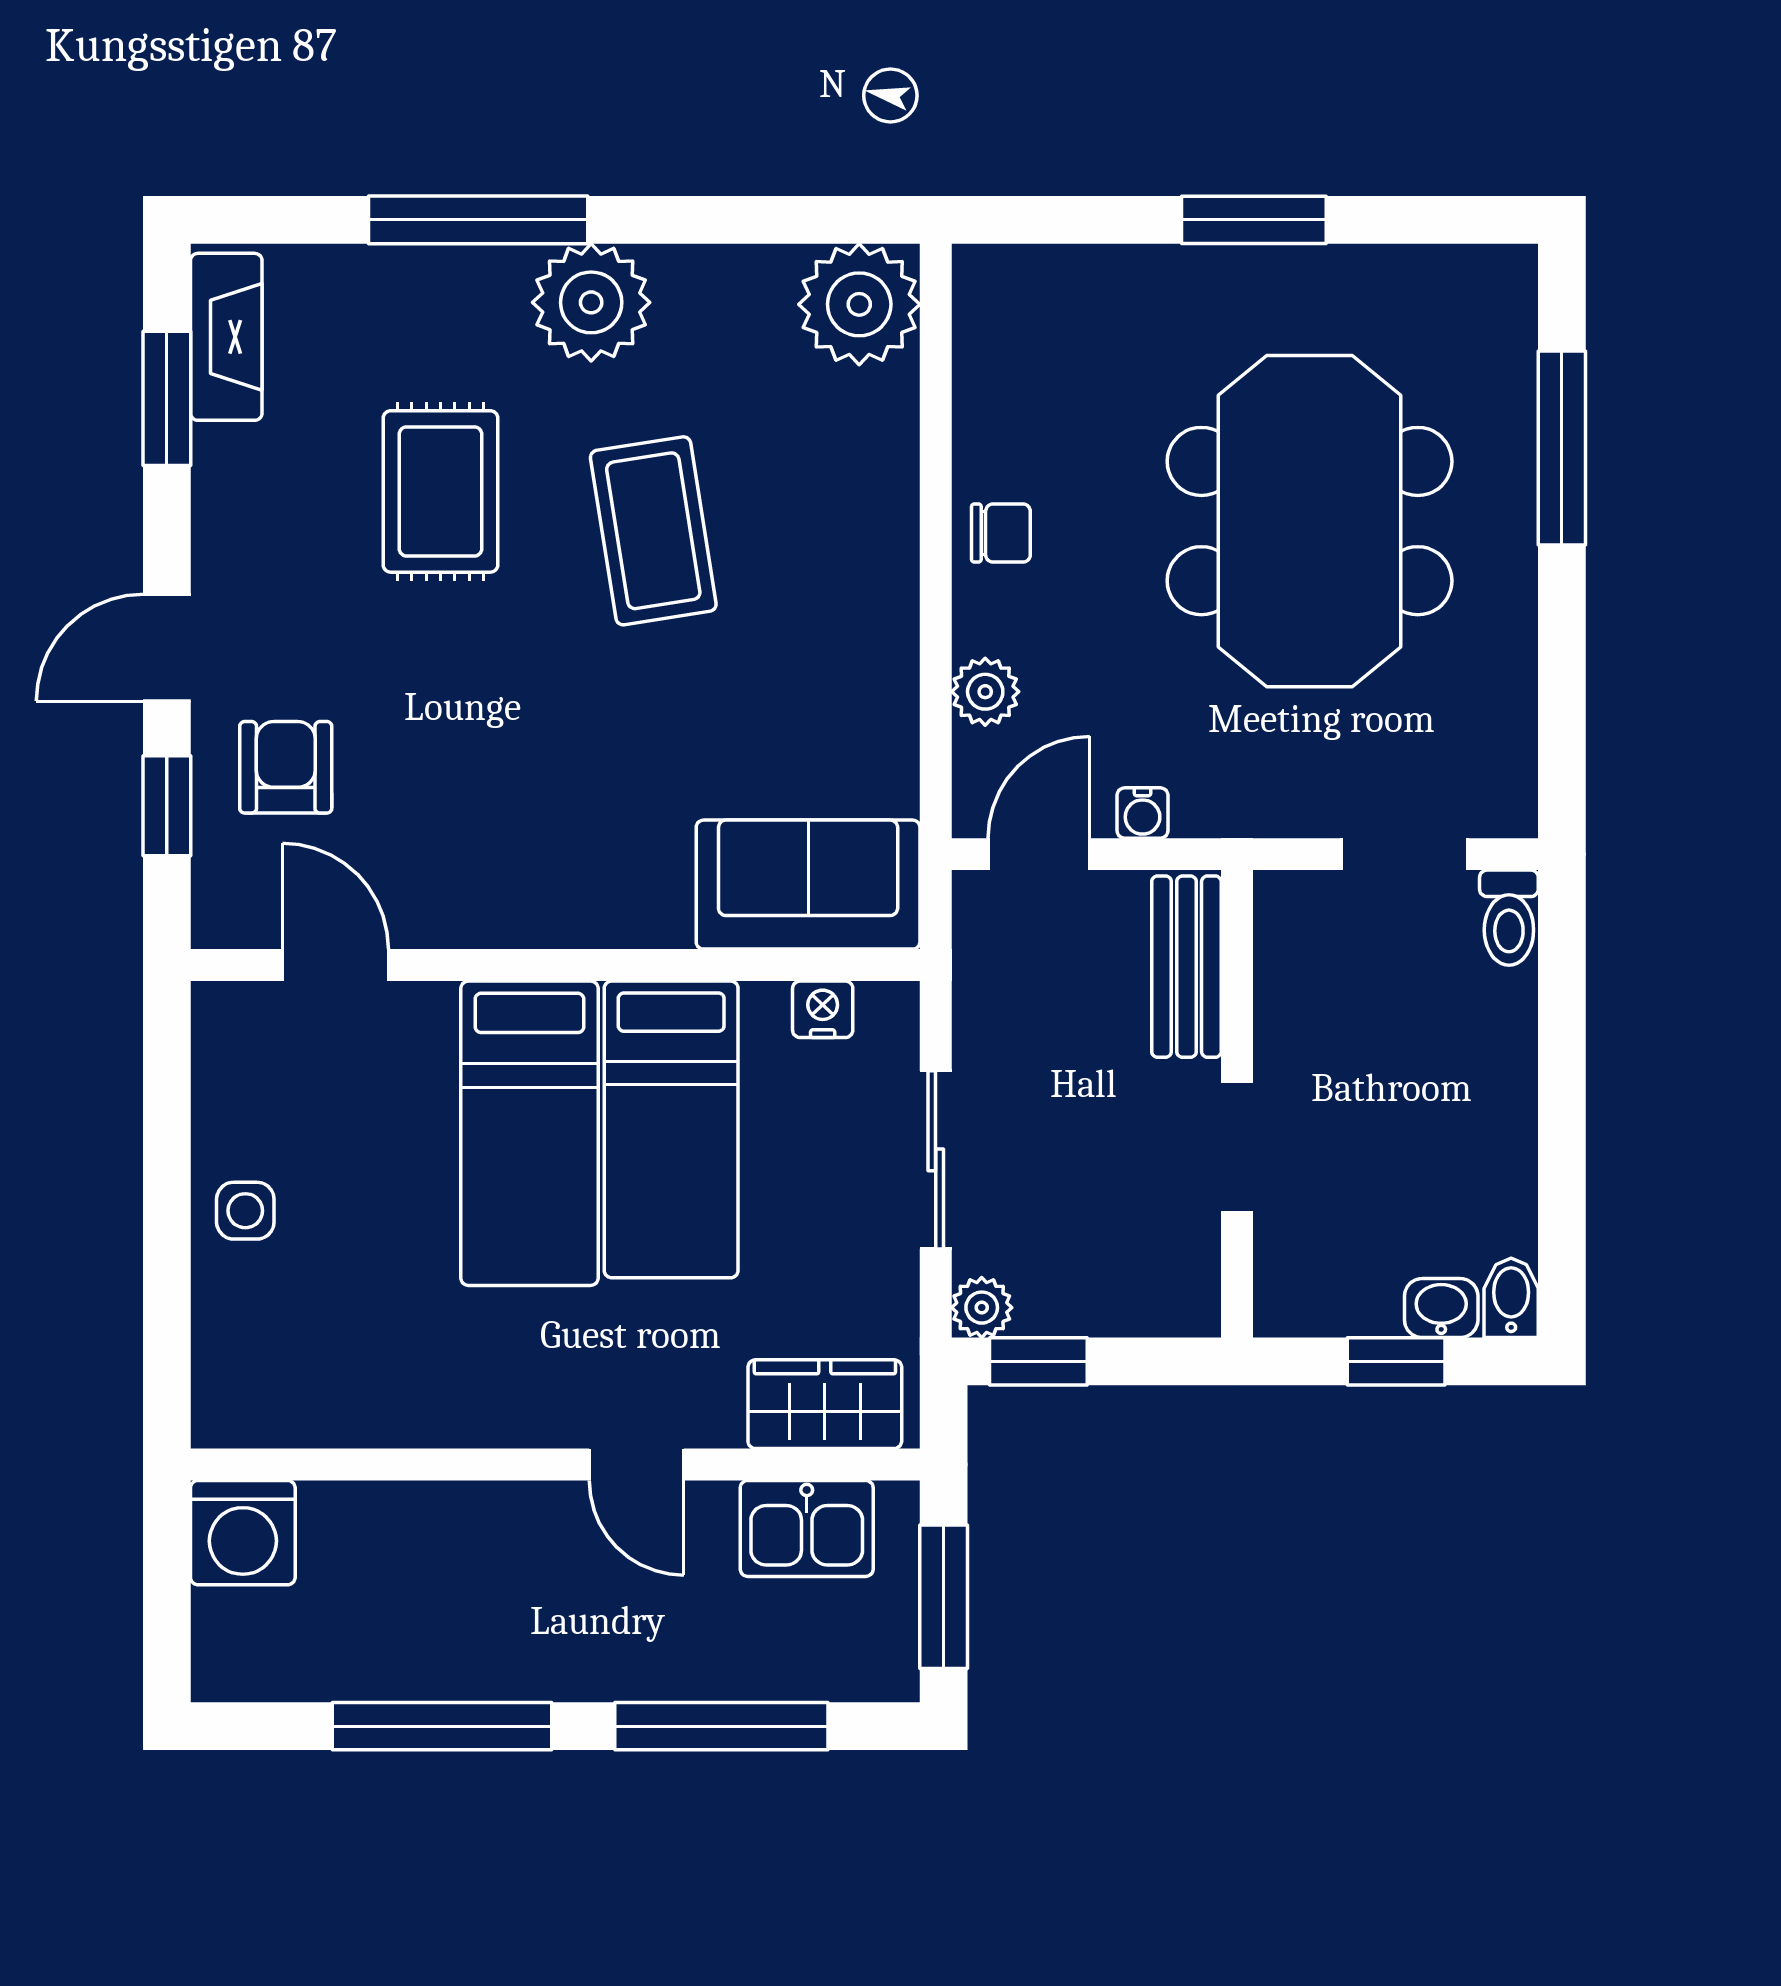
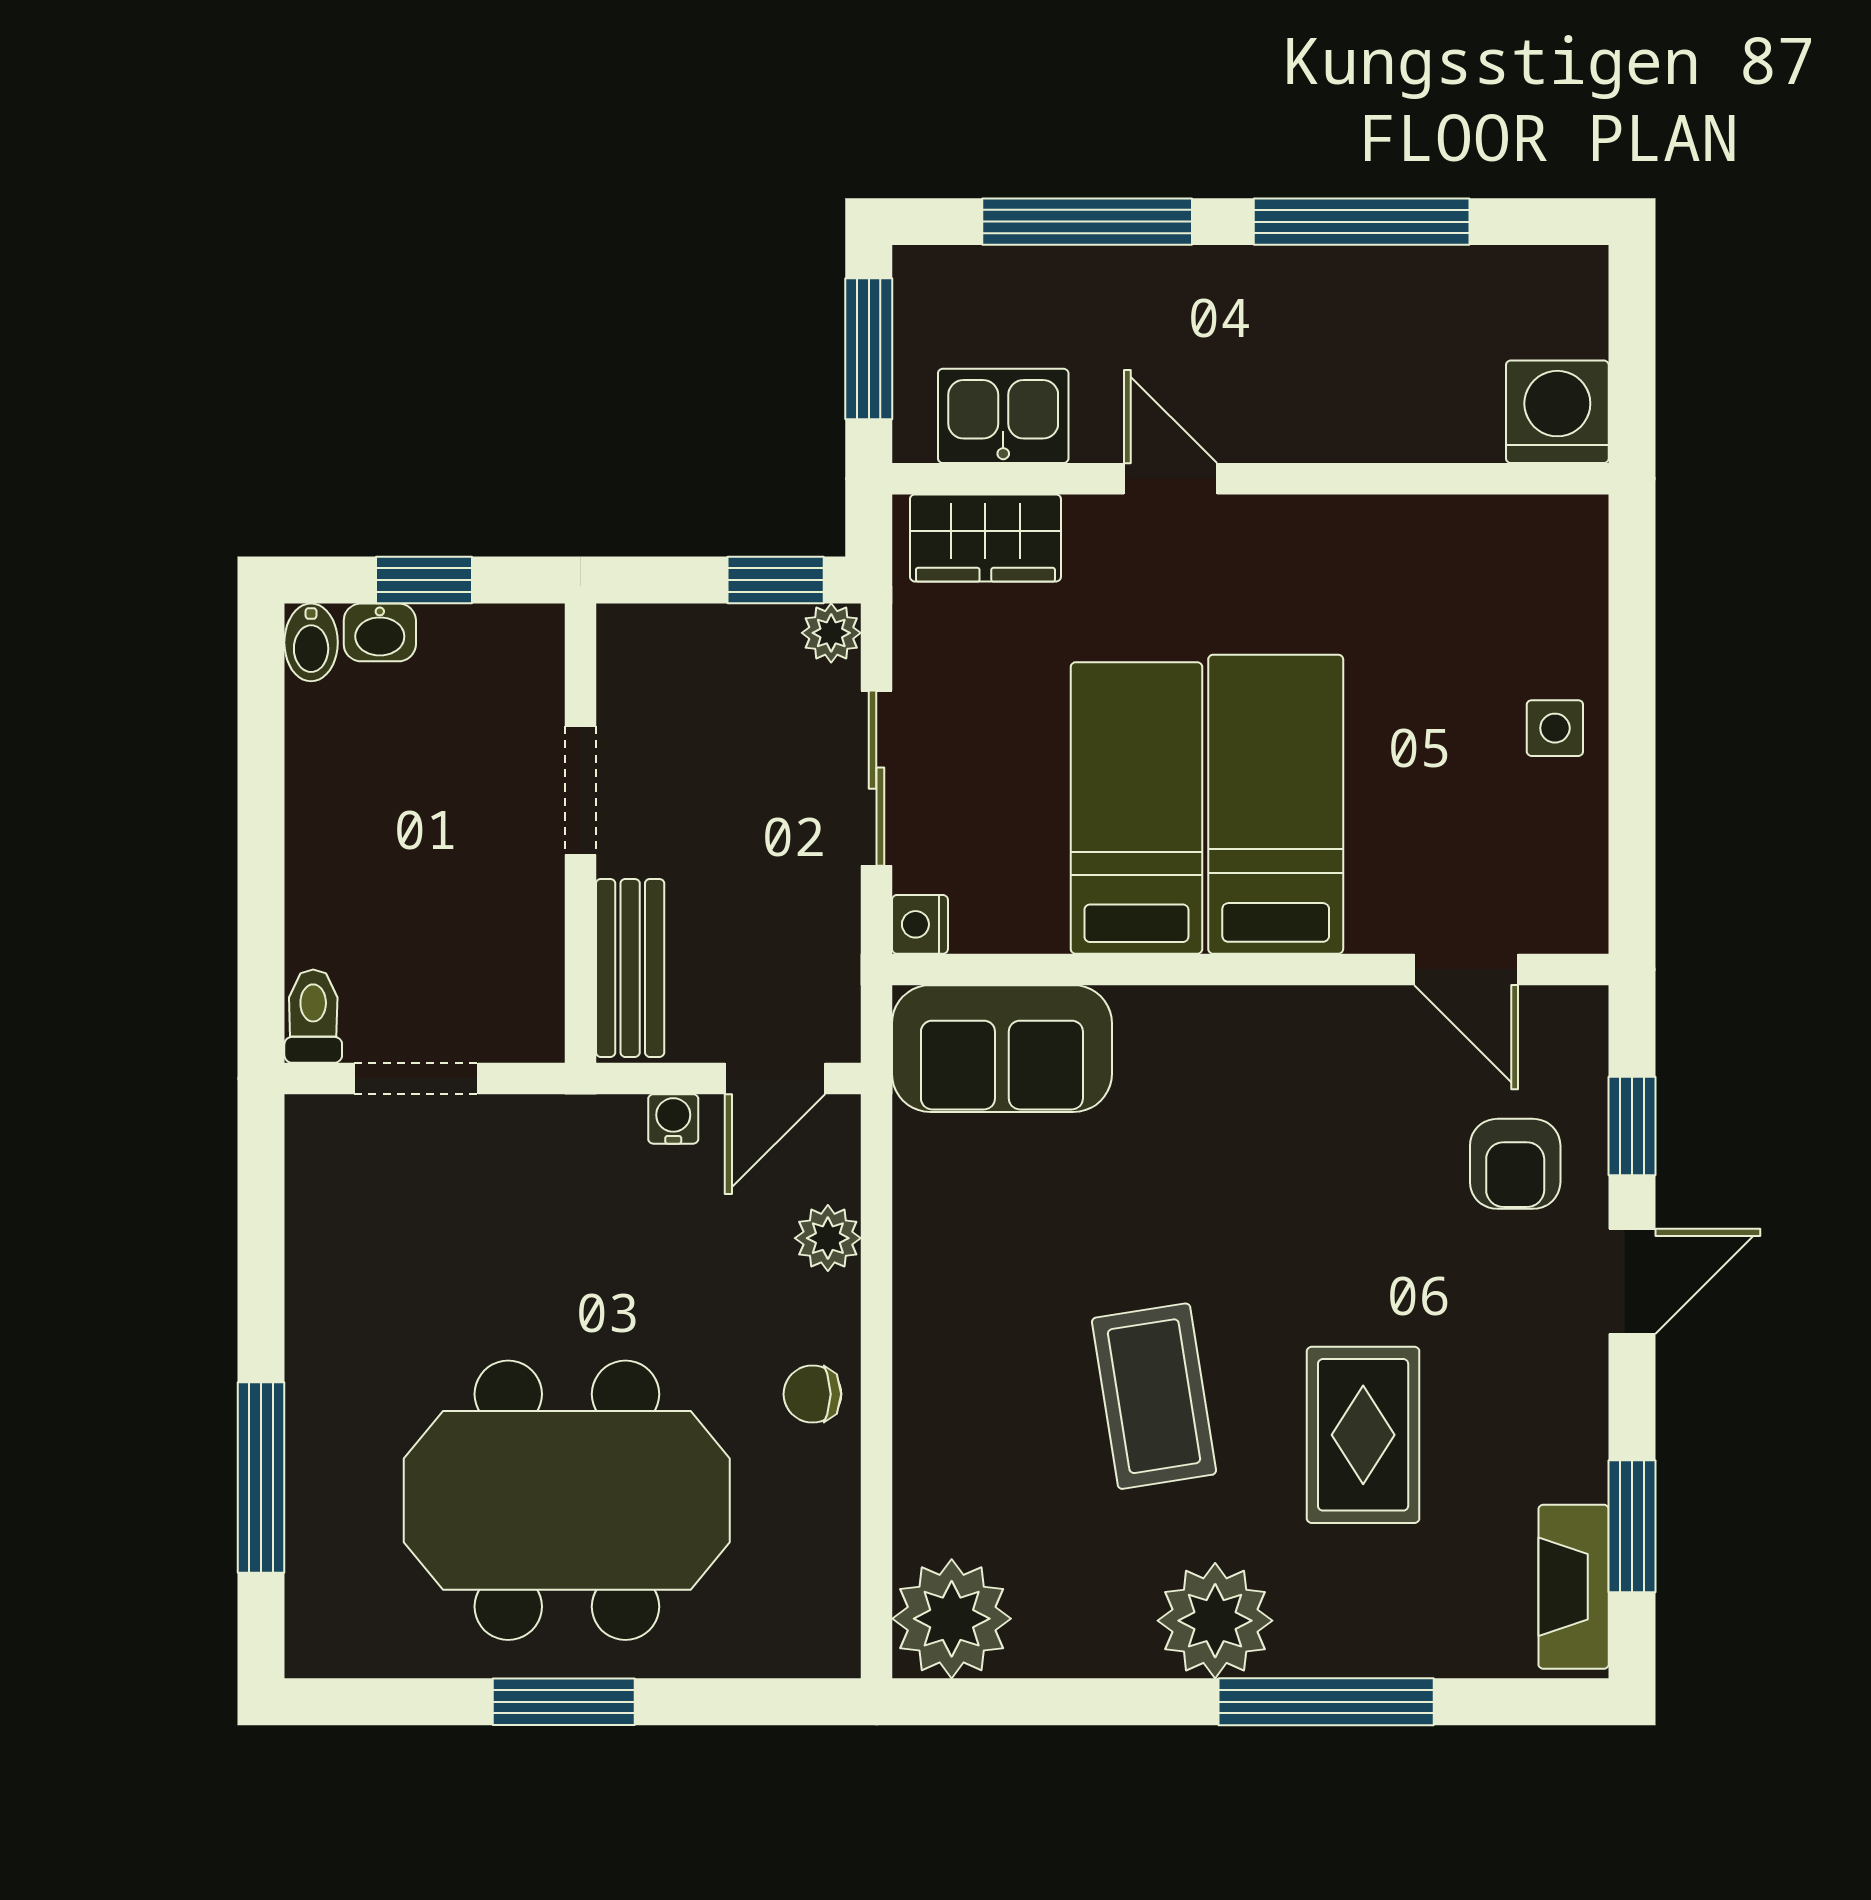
meeting table: (1310, 521) -> (567, 1500), moved, turned 90
nightstand: (823, 1009) -> (920, 924), moved, turned 90

